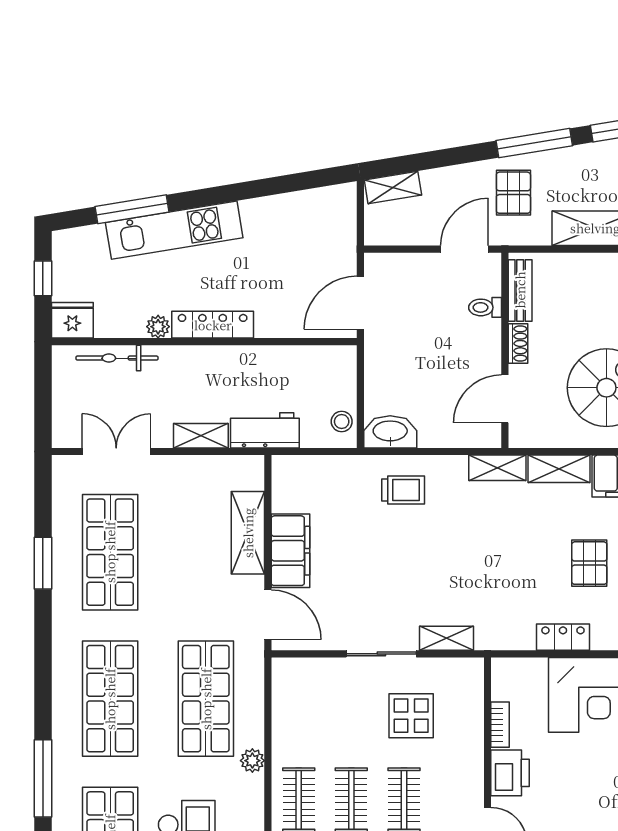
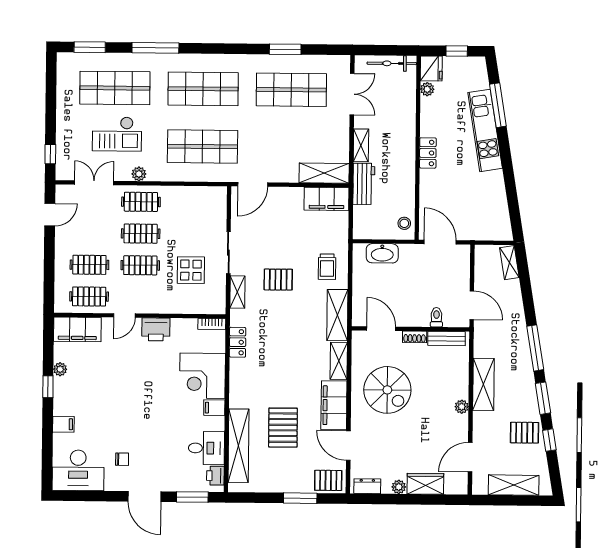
pallet: (513, 193) -> (505, 335), removed
locker: (213, 325) -> (428, 153), width x0.66
plant: (158, 327) -> (427, 89), moved
bicycle: (117, 358) -> (392, 63), moved, turned -90
stool: (342, 422) -> (404, 223), moved
washbasin: (390, 432) -> (382, 253), moved, turned 90
shelving: (497, 468) -> (337, 315), width x1.50, depth x1.33
shelving: (248, 533) -> (324, 173), moved
filing cabinet: (290, 551) -> (327, 199), moved
pallet: (589, 563) -> (278, 280), moved
locker: (563, 637) -> (238, 342), moved
bookcase: (500, 725) -> (212, 324), moved
plant: (252, 761) -> (139, 174), moved

